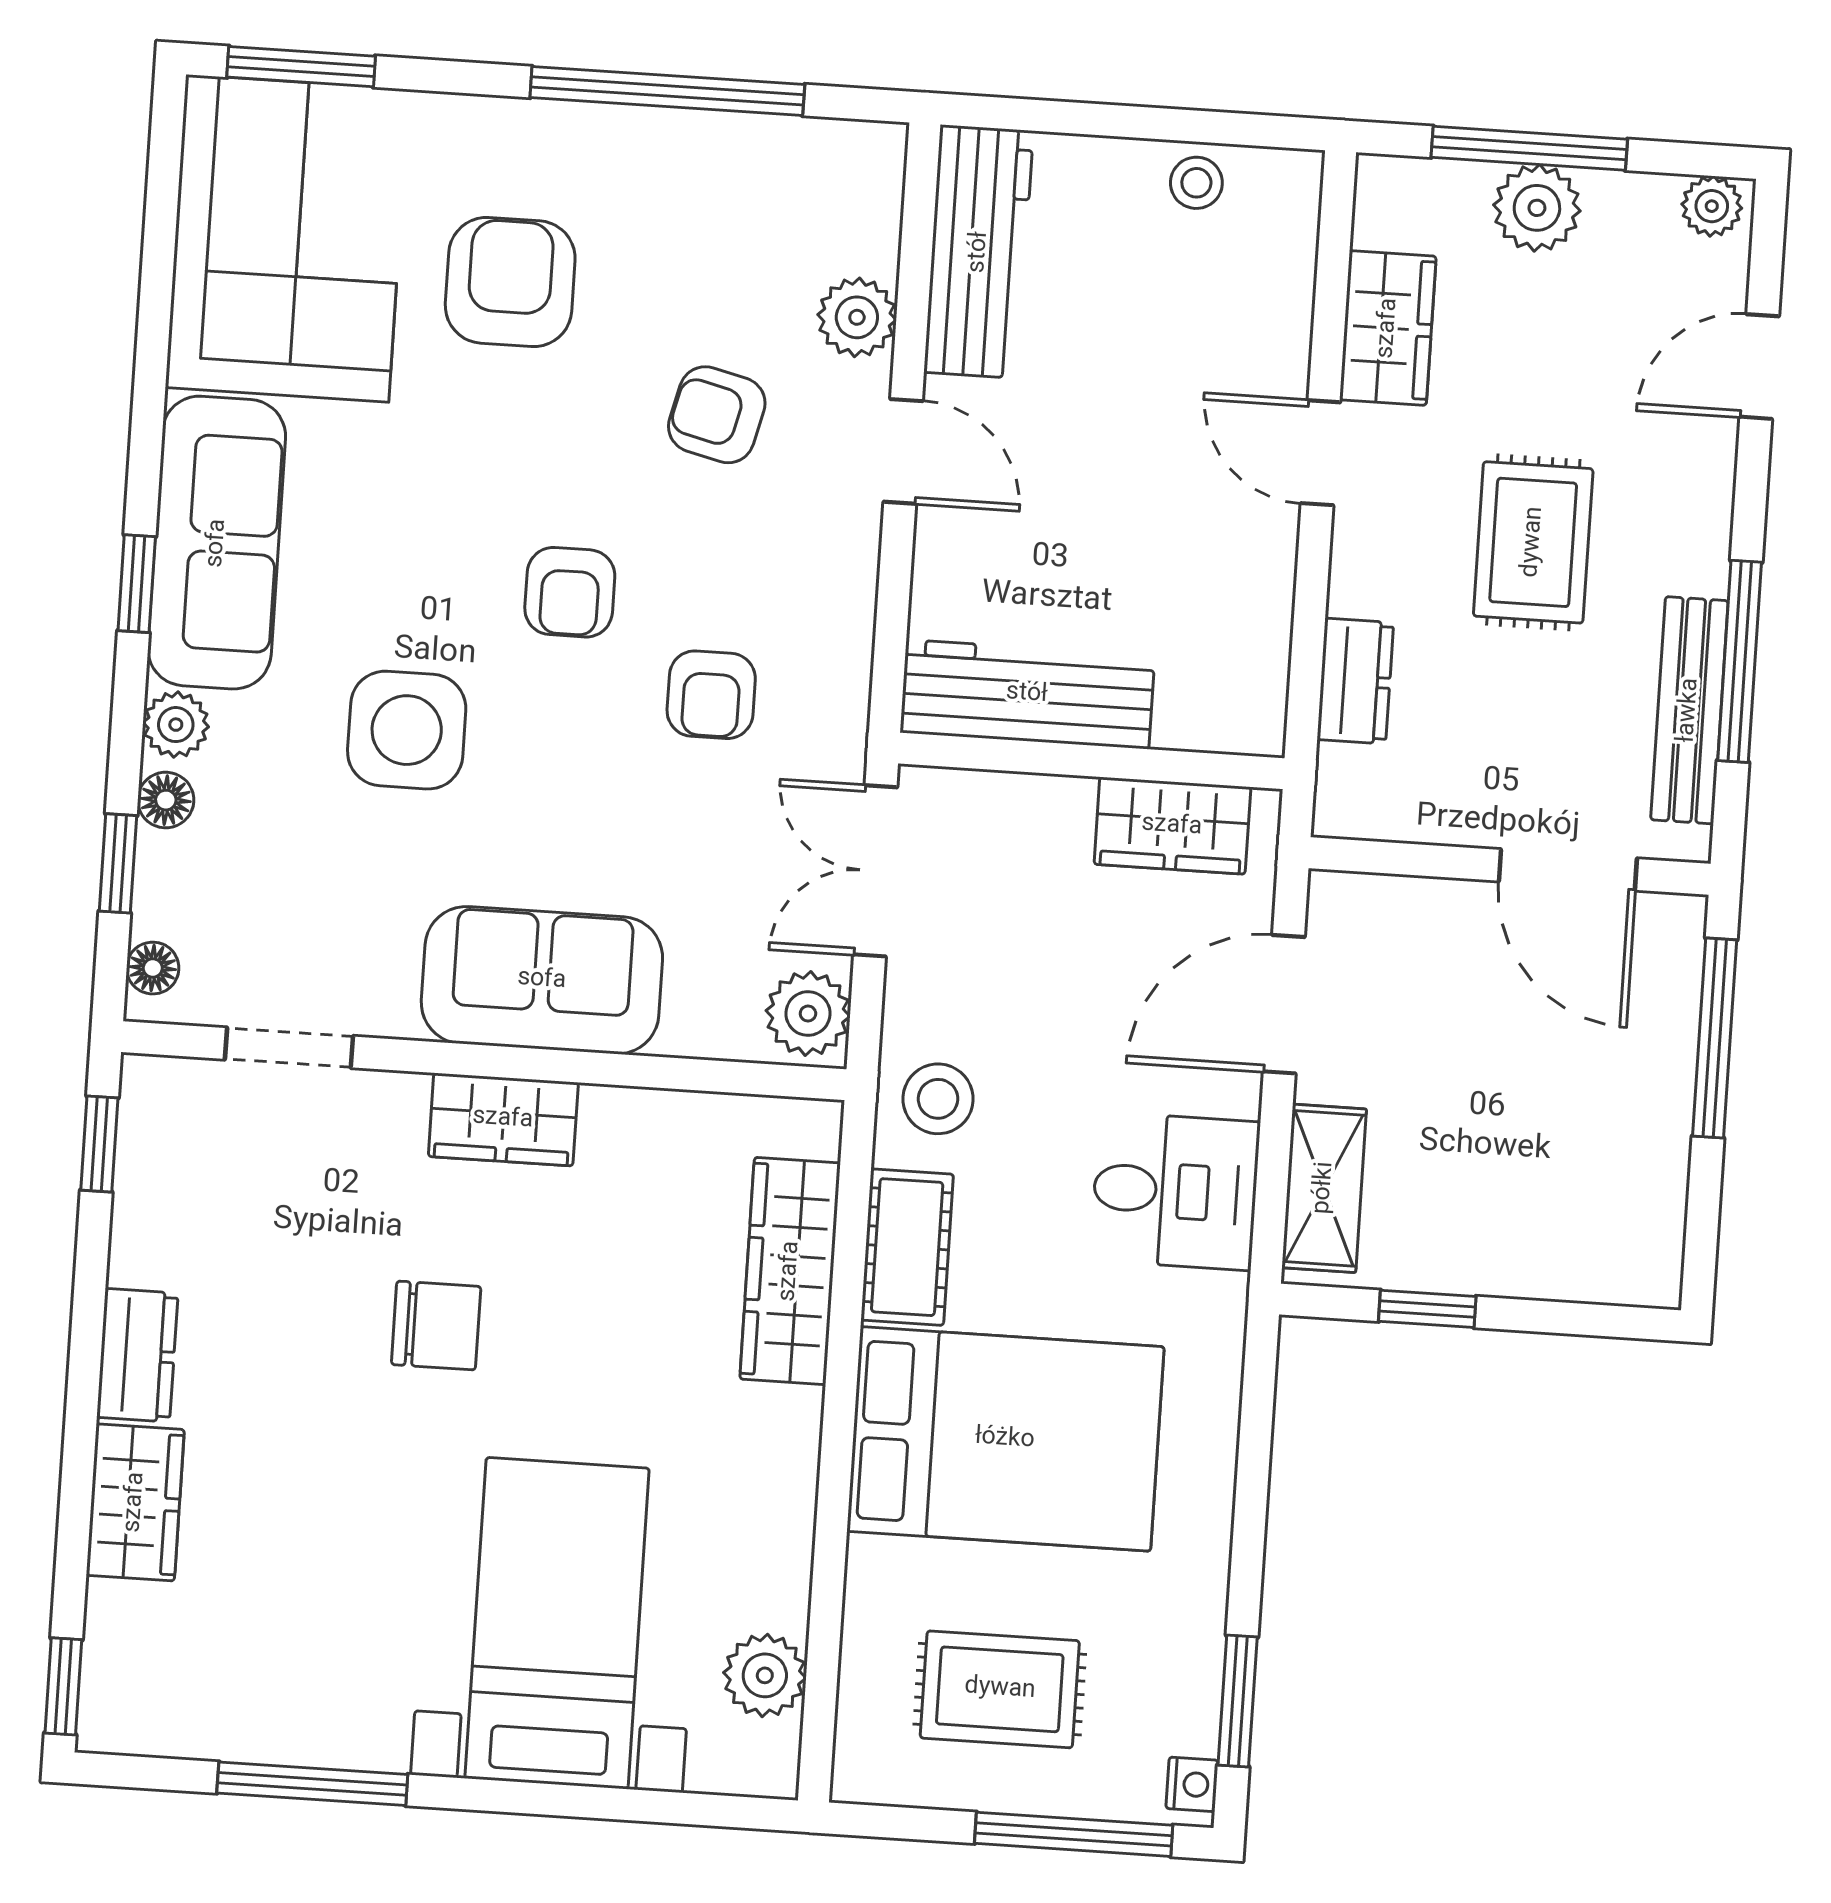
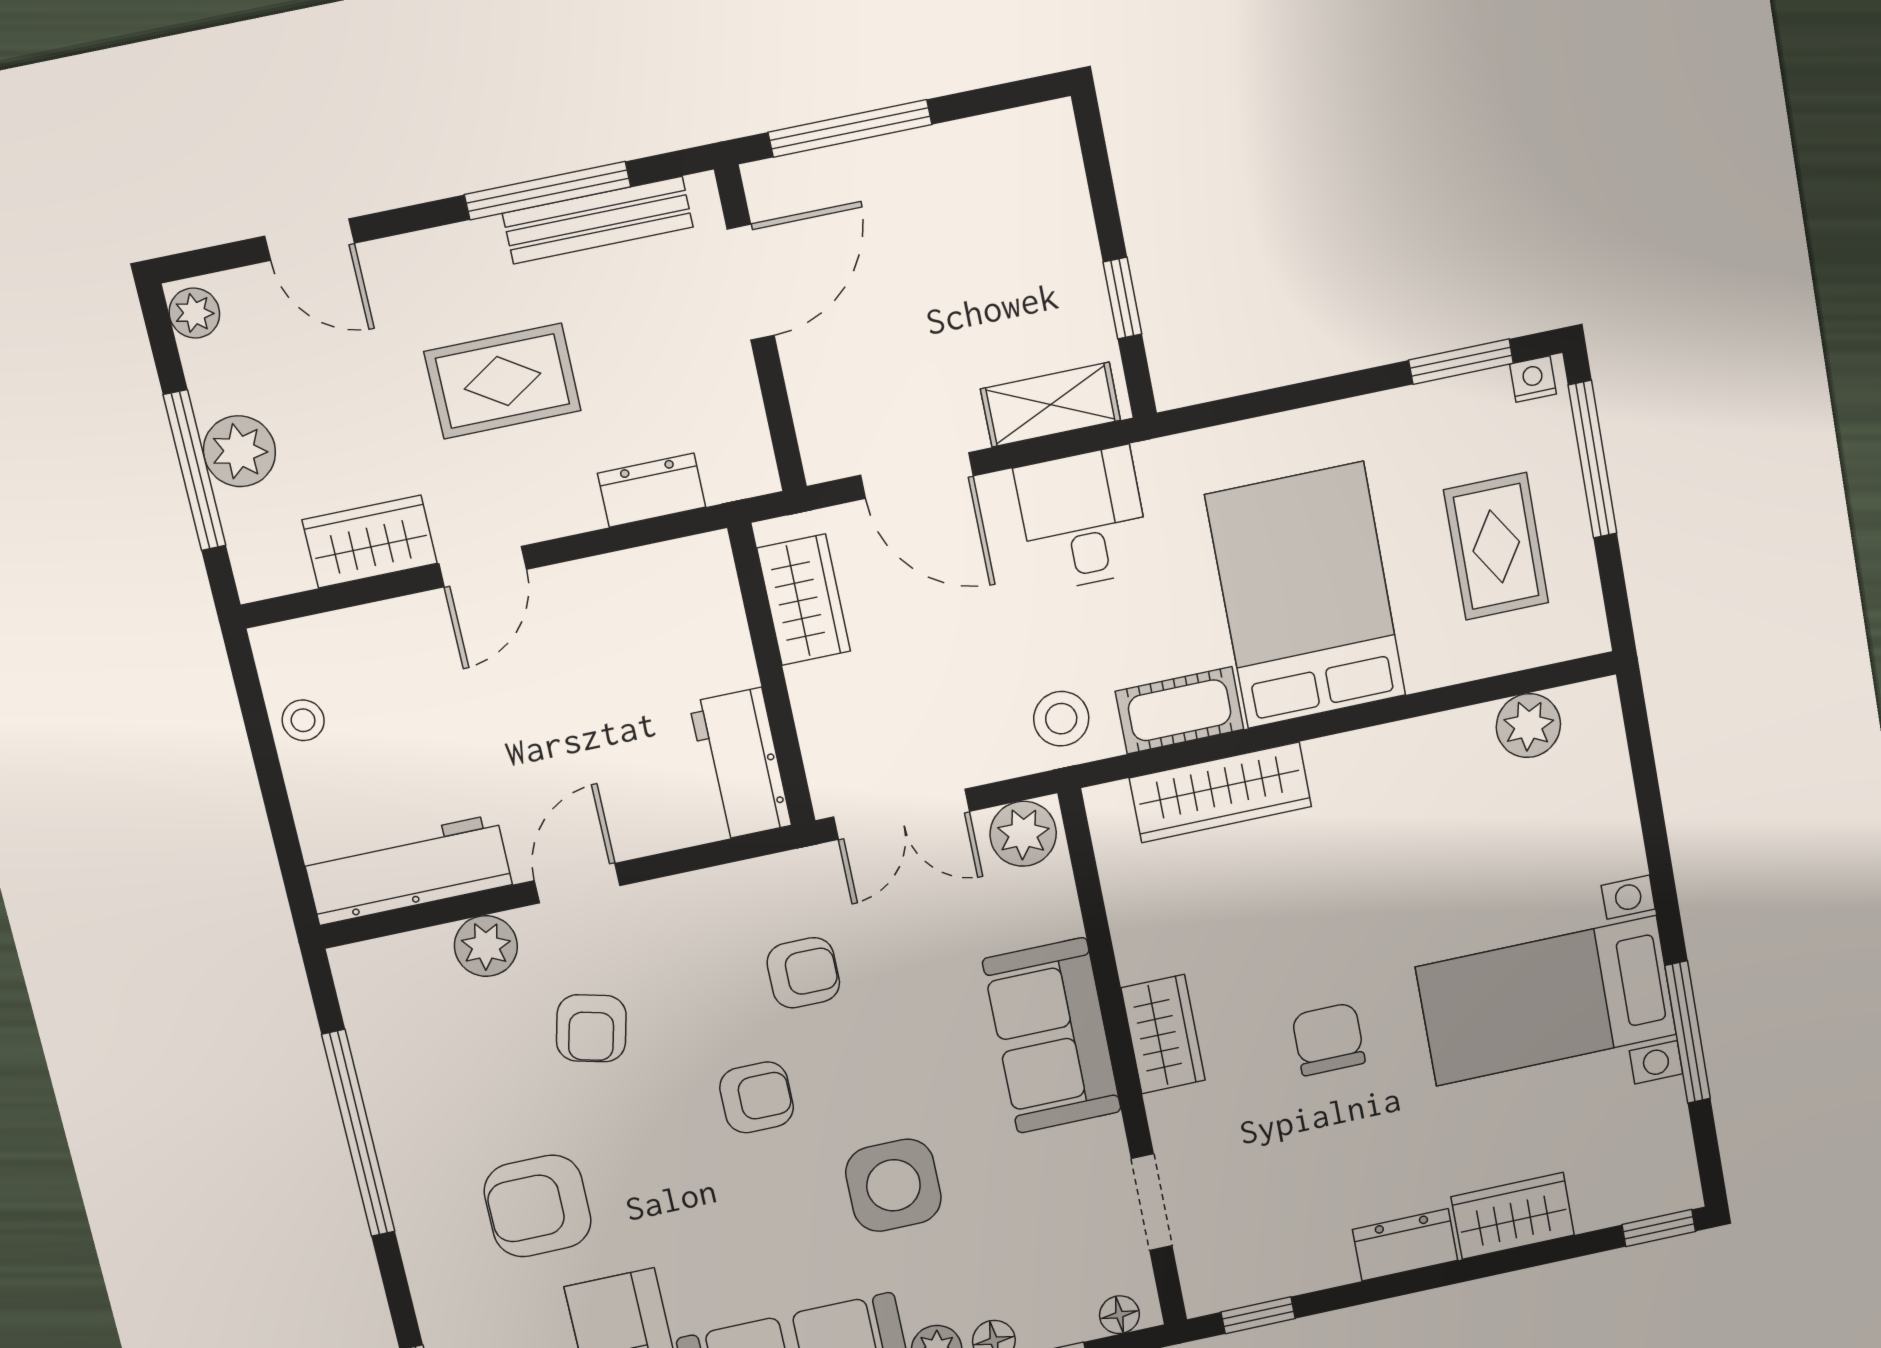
workbench: (1027, 694) -> (740, 764), width x0.73
bed with nightstands: (557, 1623) -> (1546, 1001), moved

